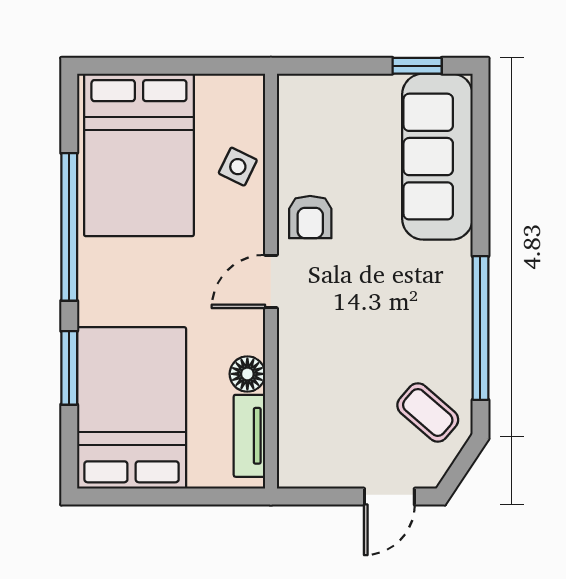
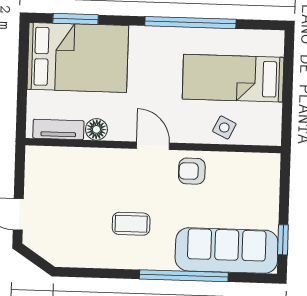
bed: (139, 155) -> (233, 78), width x0.67
window: (480, 328) -> (184, 276), moved
window: (69, 368) -> (76, 19), moved
coffee table: (428, 412) -> (131, 224), moved, turned 49

